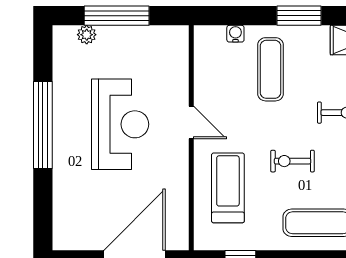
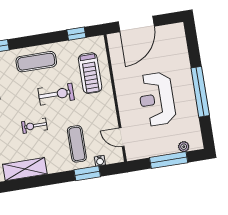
window: (299, 16) -> (87, 173), moved
door: (191, 122) -> (122, 137), moved
exercise bike: (292, 161) -> (56, 94), width x1.38, depth x1.39

